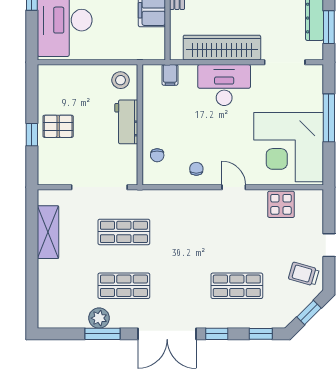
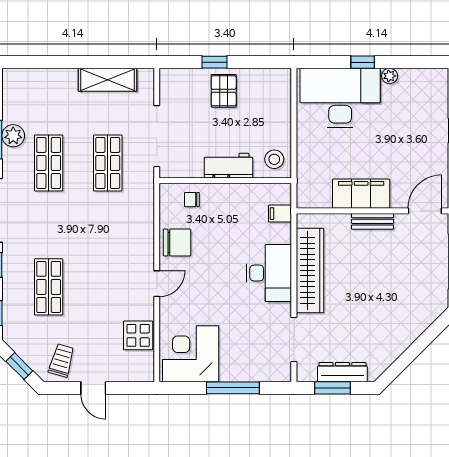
corner desk: (289, 147) -> (191, 354), width x0.74, depth x0.74
chair: (196, 169) -> (177, 243), width x1.87, depth x1.87

